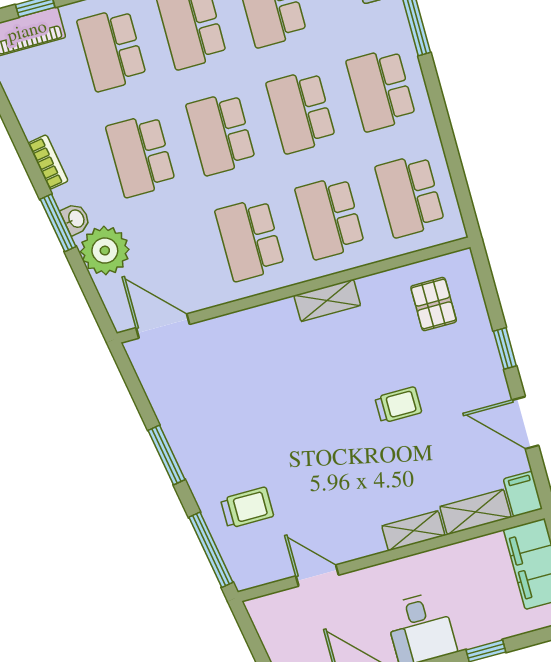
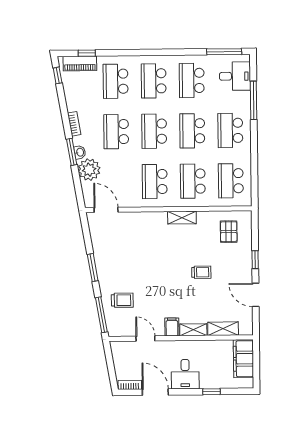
filing cabinet: (523, 494) -> (172, 327), moved

